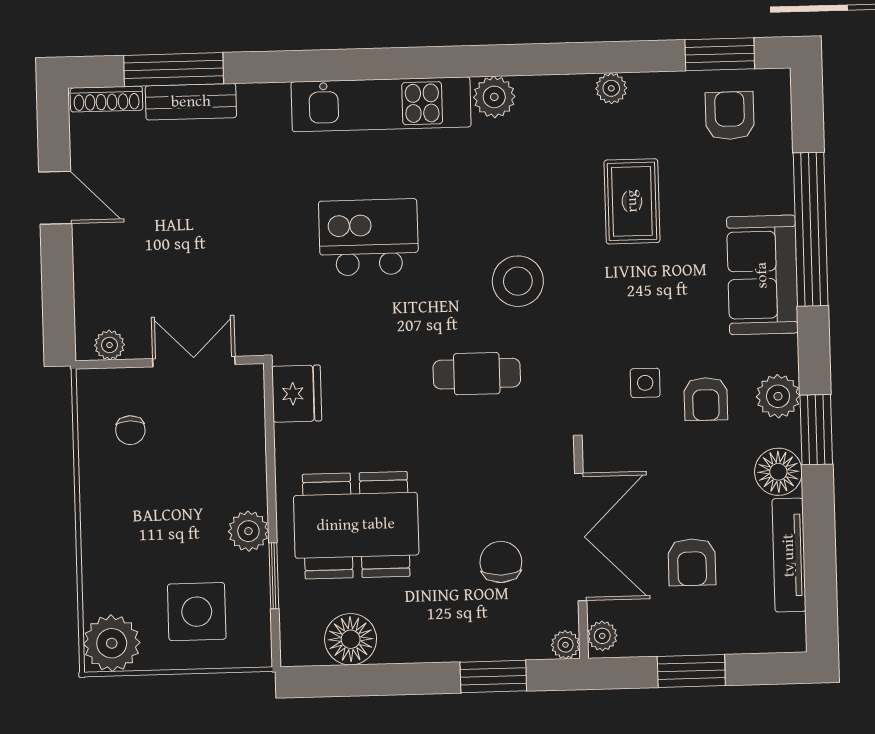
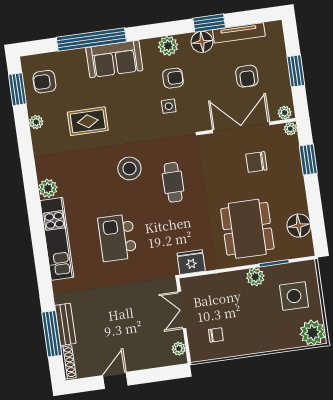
plant: (611, 88) -> (36, 122), moved
window: (816, 430) -> (209, 23), moved
armchair: (692, 562) -> (247, 76), turned 90

